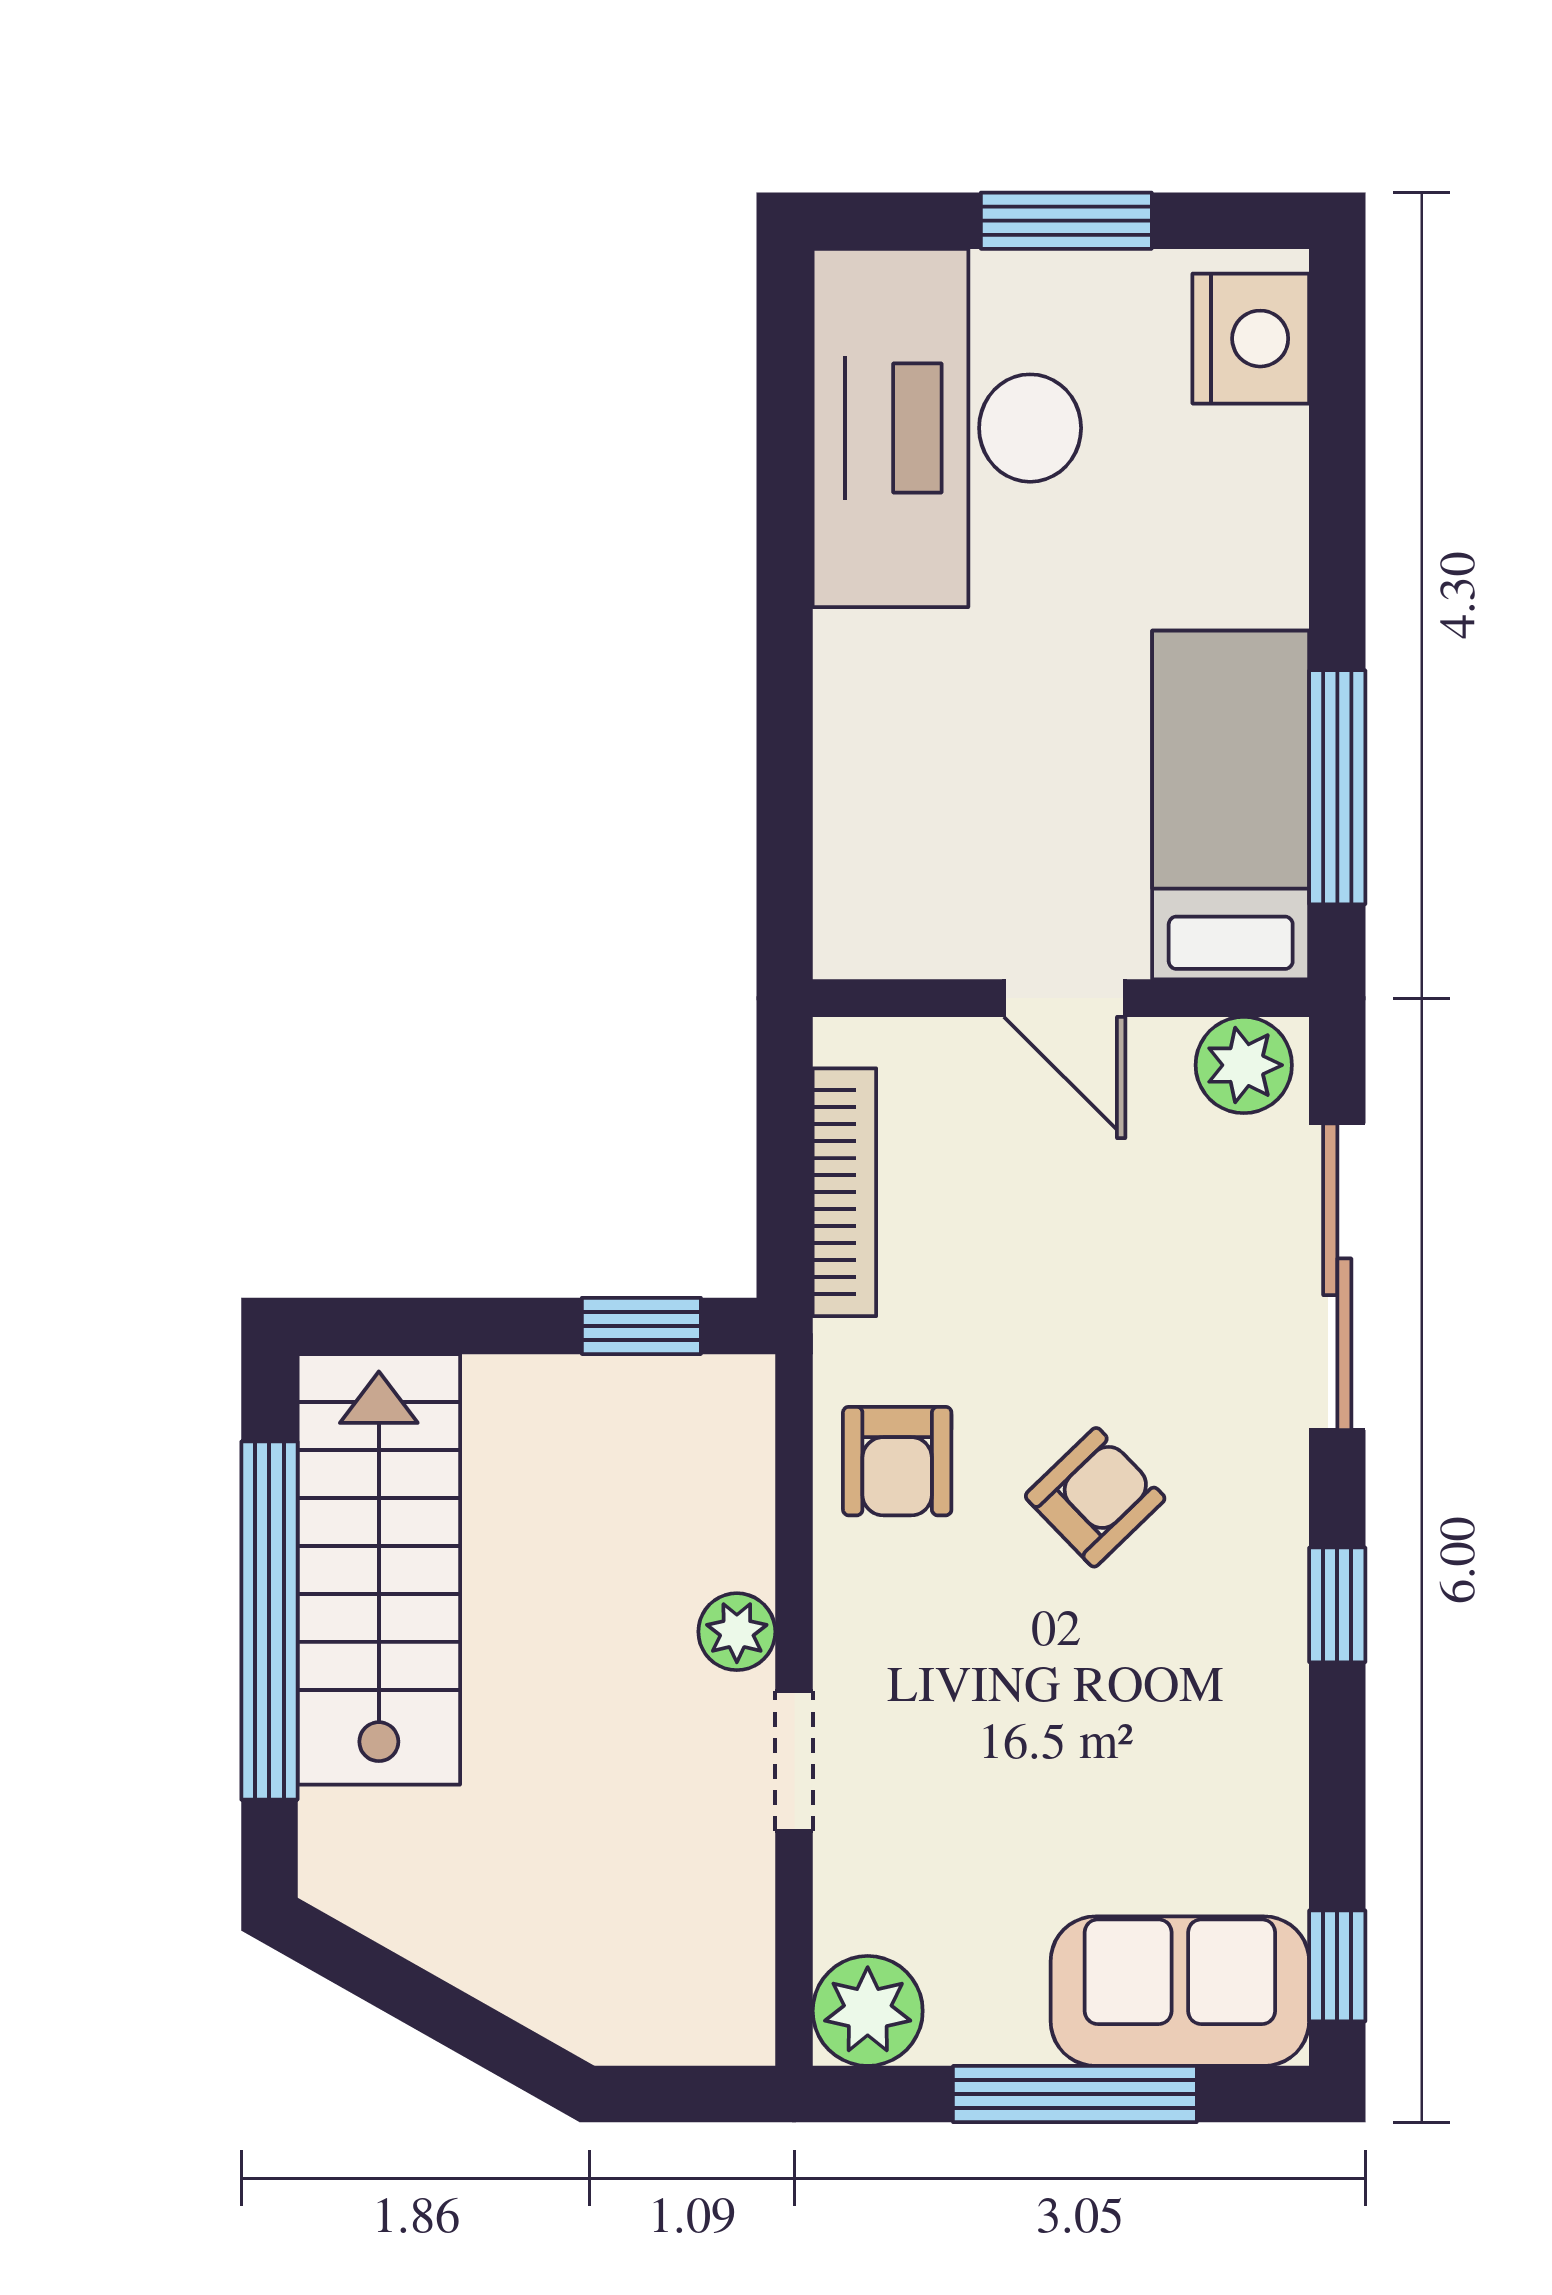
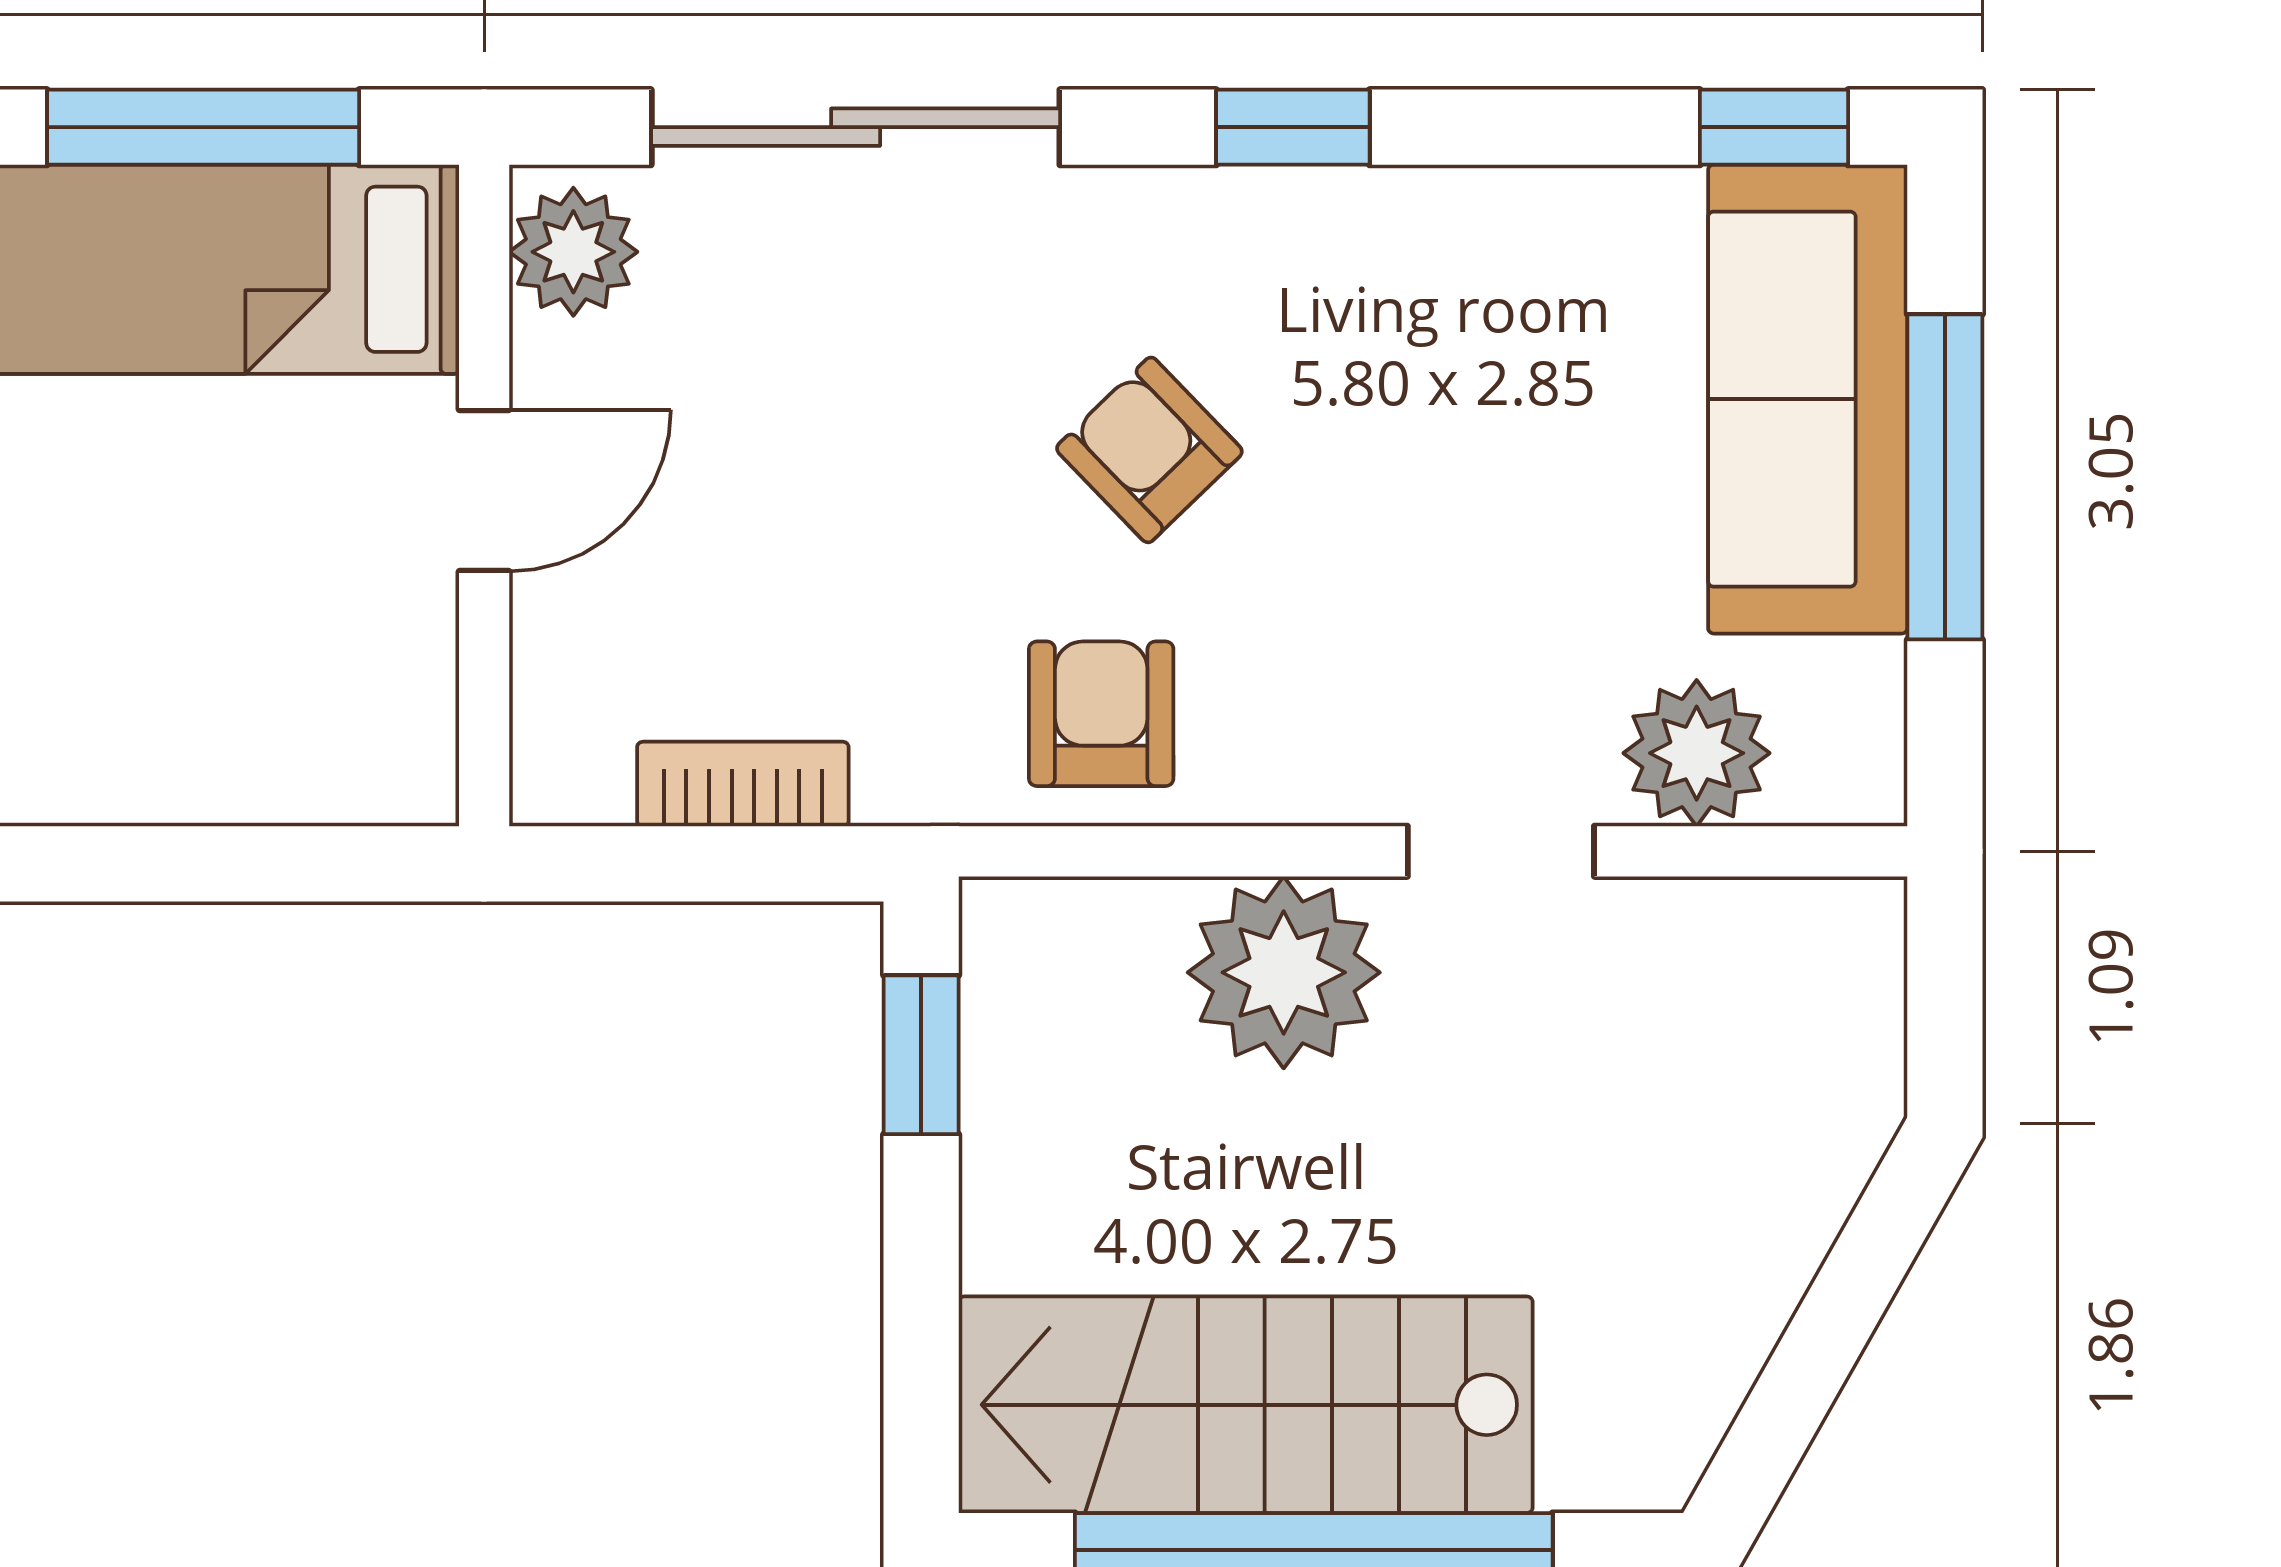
bookcase: (844, 1192) -> (743, 784), width x0.64
armchair: (897, 1461) -> (1101, 714), turned -90
plant: (737, 1632) -> (1284, 972), width x1.88, depth x1.88
sofa: (1180, 1991) -> (1808, 399), width x1.36
plant: (868, 2011) -> (1697, 753), moved

